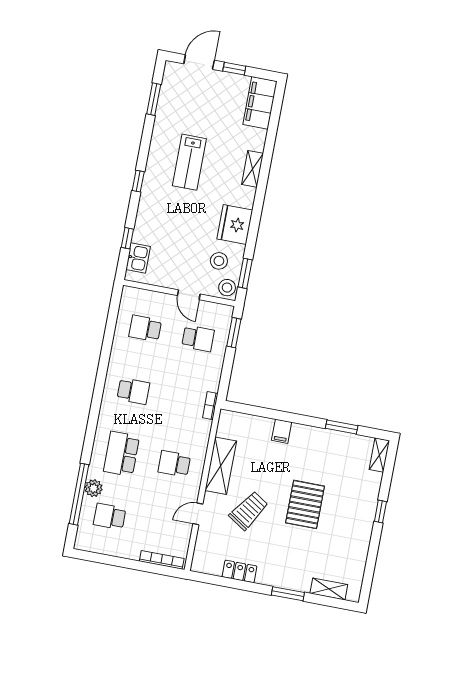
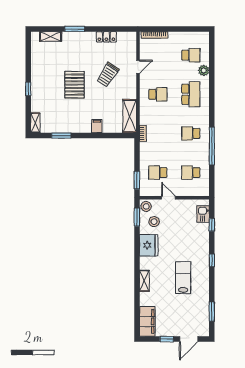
school desk: (145, 328) -> (191, 173), turned 180
shelving: (221, 466) -> (130, 116), moved
window: (79, 494) -> (212, 146), moved

